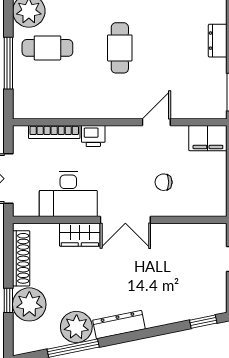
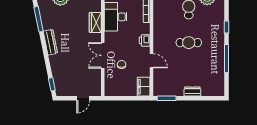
printer: (93, 136) -> (145, 40), moved
double door: (125, 220) -> (103, 55), moved
plant: (76, 327) -> (49, 21), removed

